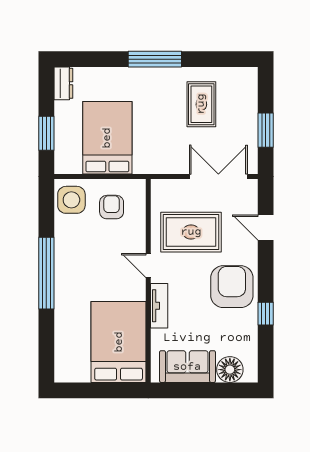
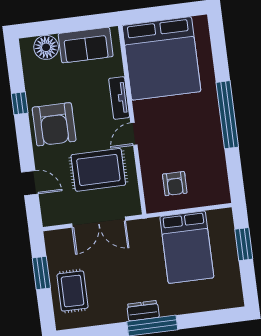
dresser: (63, 83) -> (143, 311), moved, turned 90
rug: (201, 104) -> (73, 291), moved
double door: (218, 176) -> (99, 222), moved
side table: (71, 200) -> (213, 185), removed
door: (148, 266) -> (134, 134), swing flipped
bed: (119, 342) -> (161, 58), width x1.36

